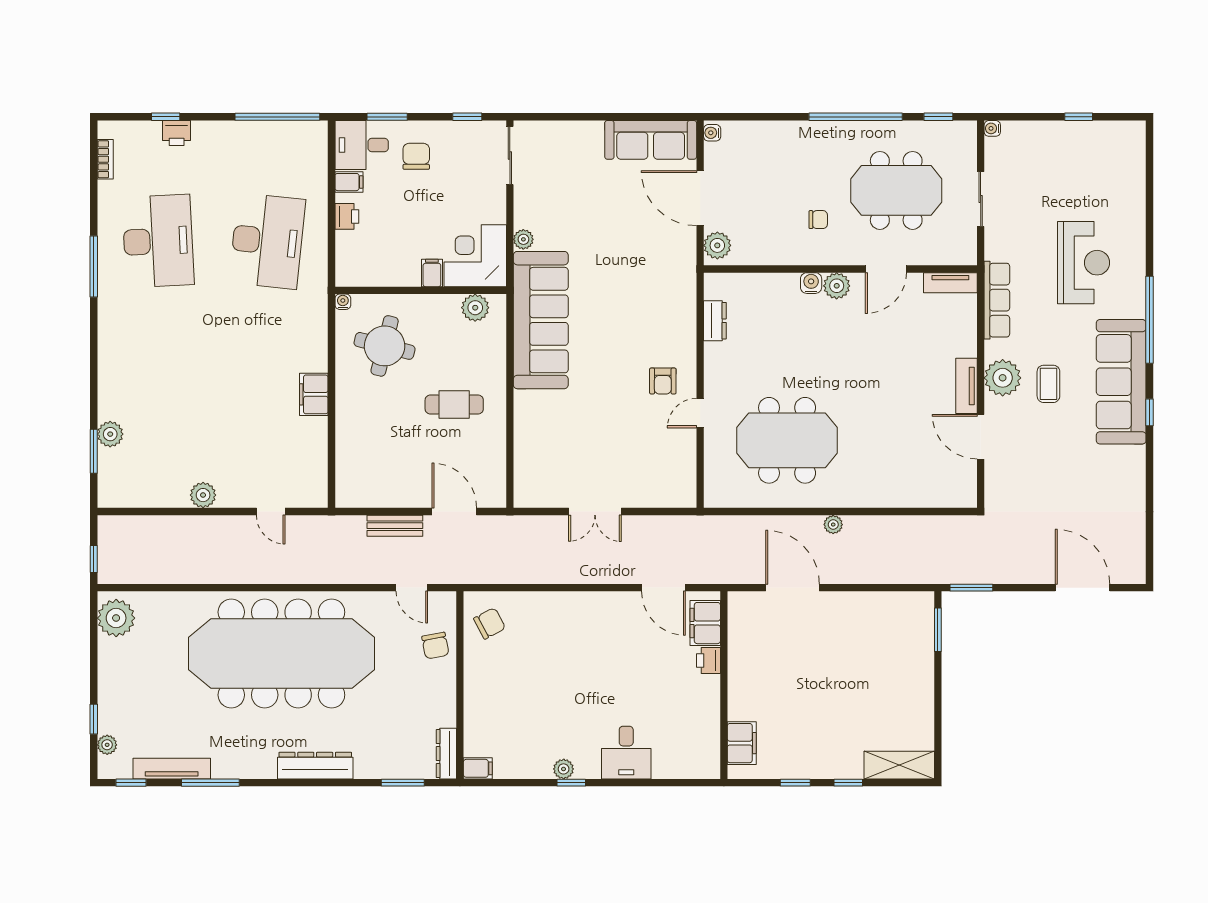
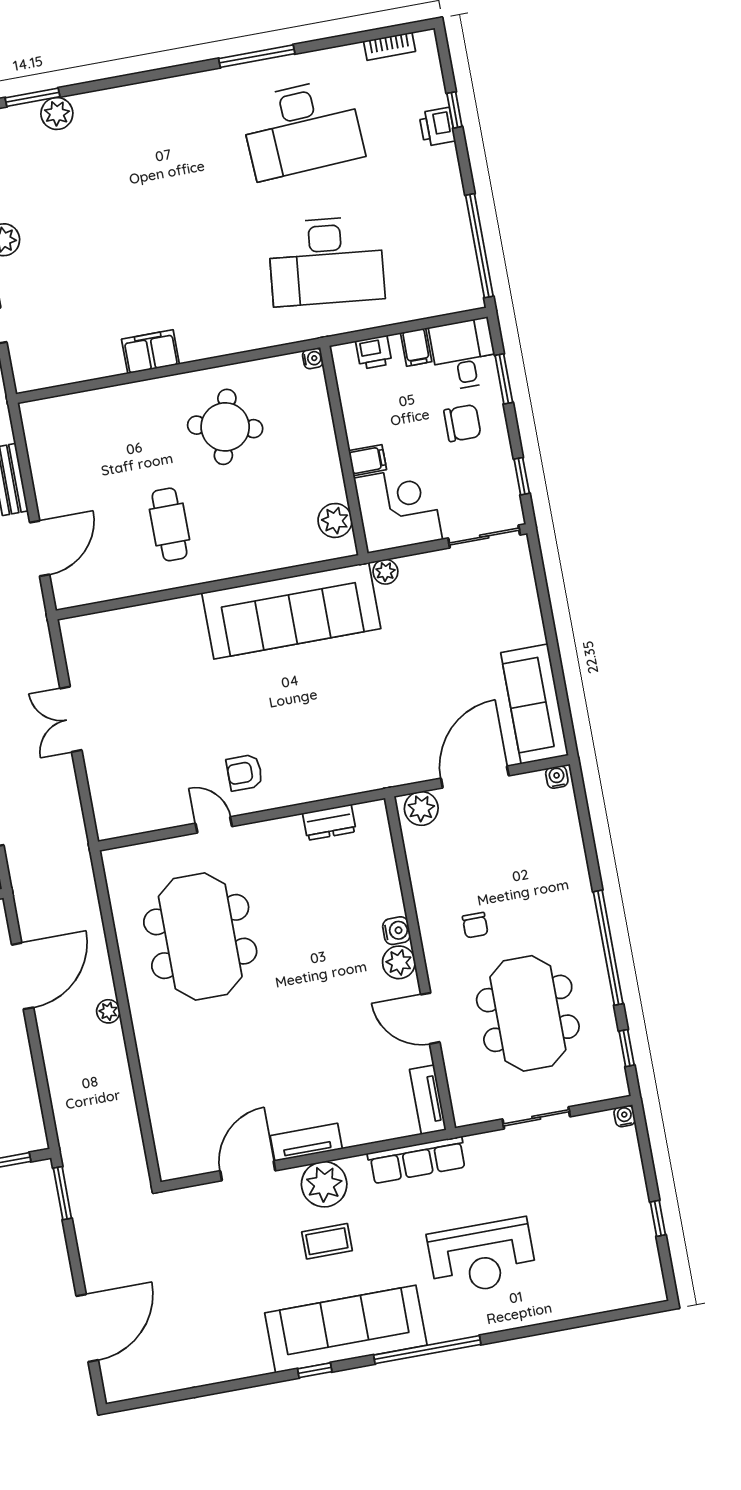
corner desk: (475, 256) -> (398, 509), moved
filing cabinet: (432, 273) -> (367, 460), moved
wall: (421, 290) -> (344, 450), moved
water cooler: (343, 302) -> (313, 358), moved
plant: (475, 308) -> (335, 520), moved

